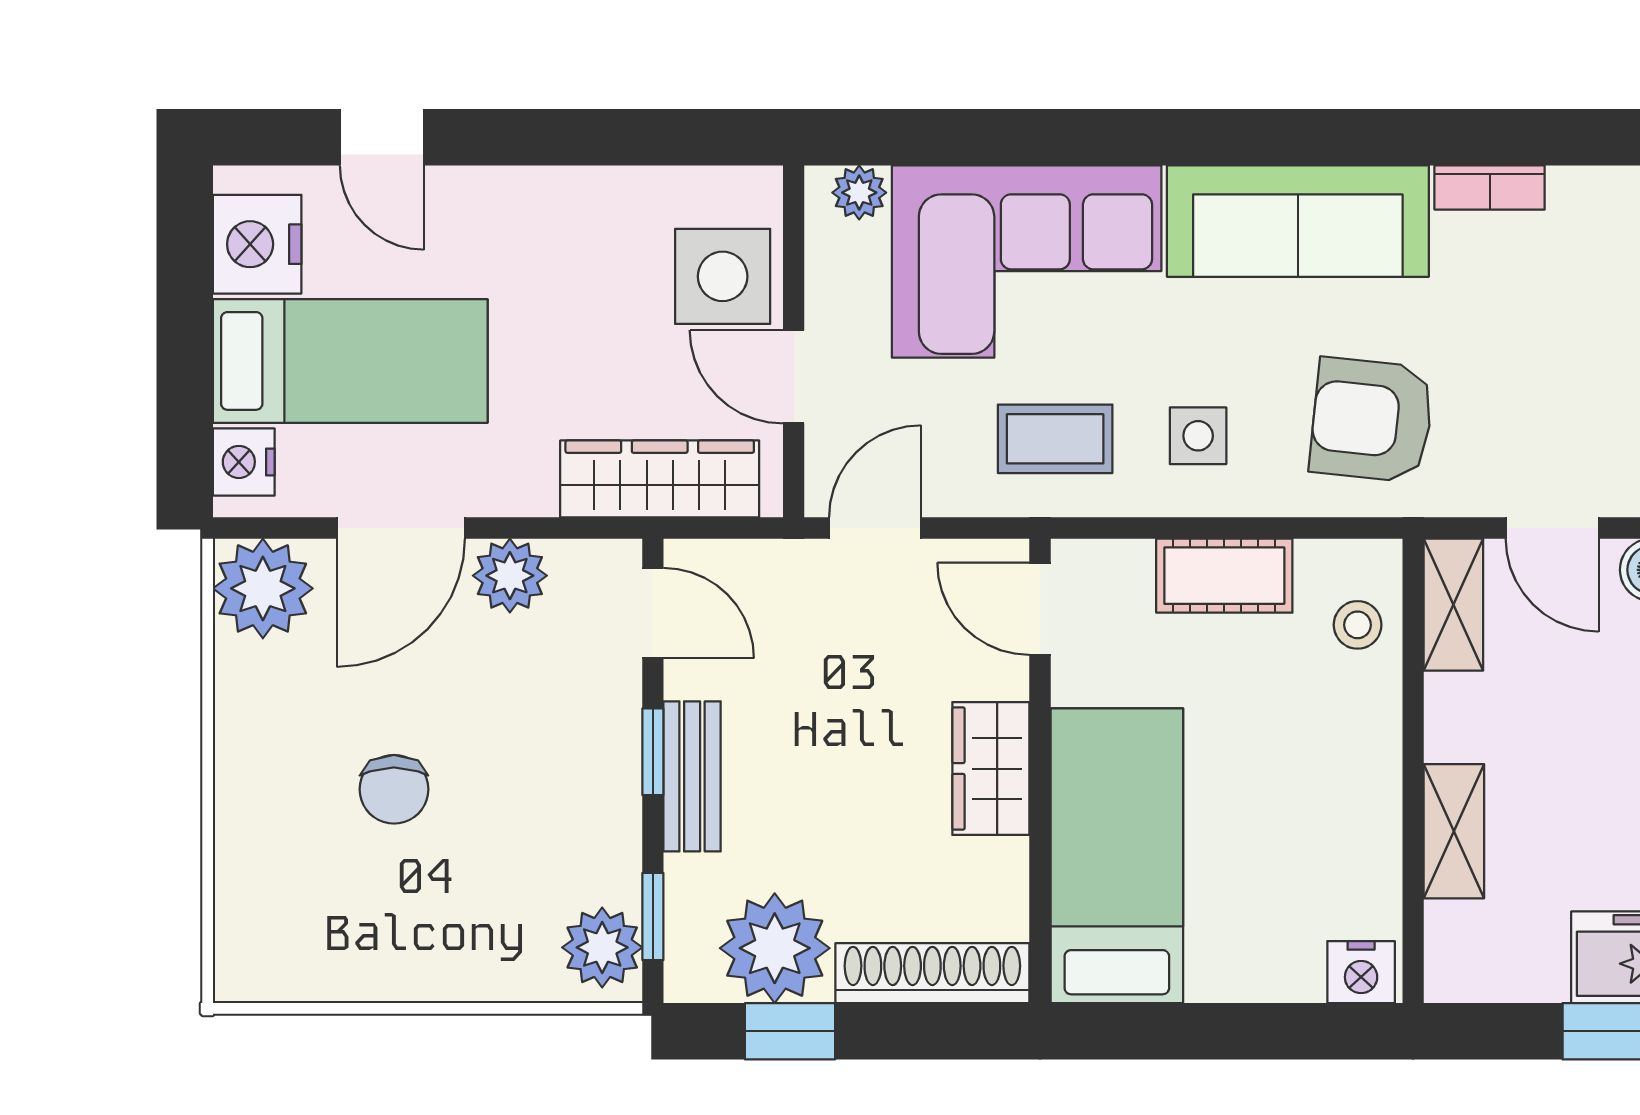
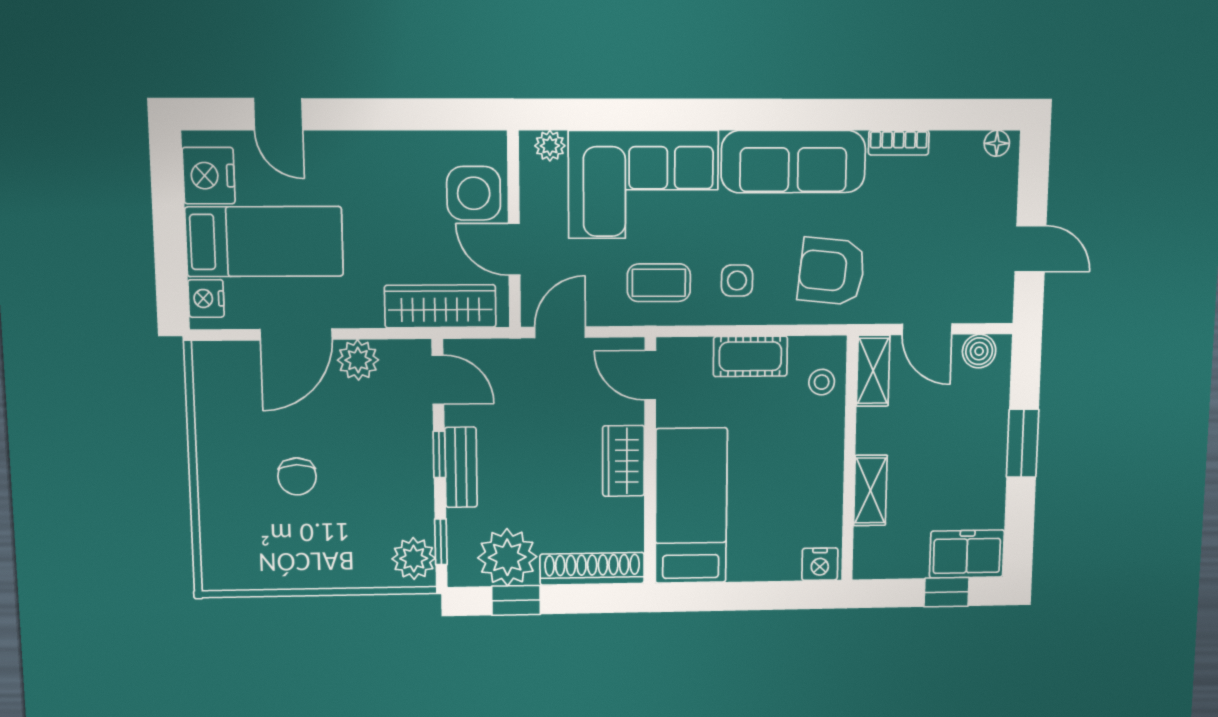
plant: (263, 588) -> (220, 368), removed

